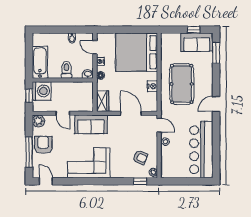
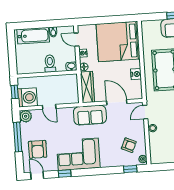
bathtub: (40, 62) -> (33, 36), moved, turned 90
washing machine: (42, 91) -> (28, 97), moved
wardrobe: (103, 101) -> (87, 87), width x1.50
sofa: (91, 124) -> (90, 115), moved
door: (159, 125) -> (145, 112), swing flipped
armchair: (43, 145) -> (38, 149), moved, turned 180
window: (29, 152) -> (18, 137), moved
window: (74, 181) -> (65, 173), added

